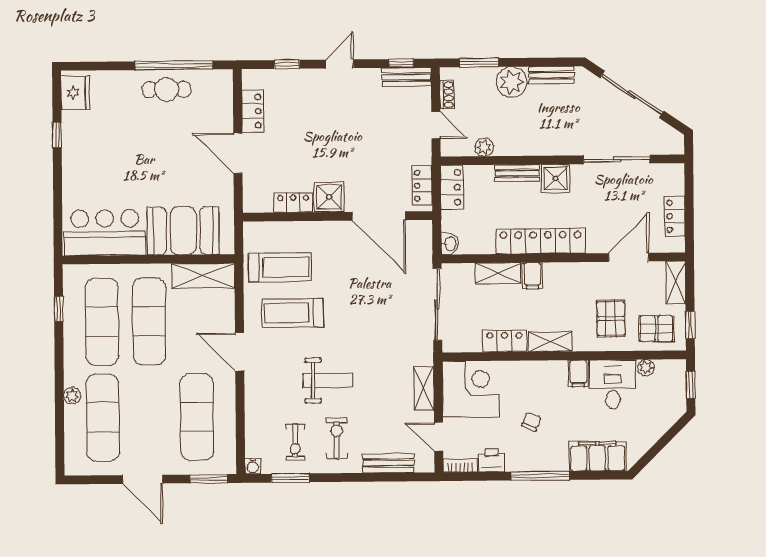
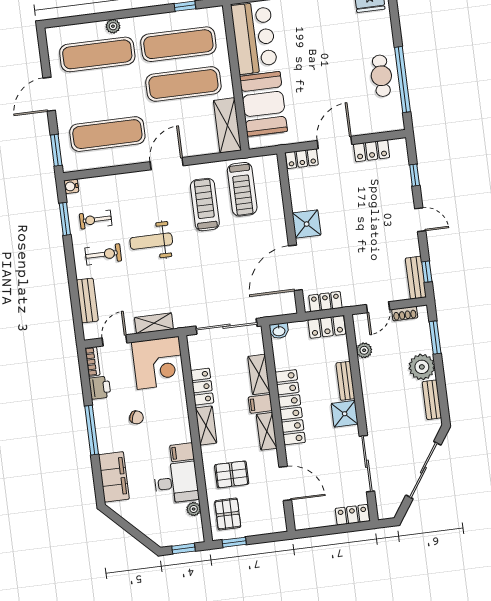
locker: (293, 203) -> (302, 159), moved, turned 90
locker: (675, 216) -> (352, 515), moved
shelving: (676, 283) -> (267, 431), moved, turned 90
weight bench: (328, 380) -> (151, 241), turned 90

